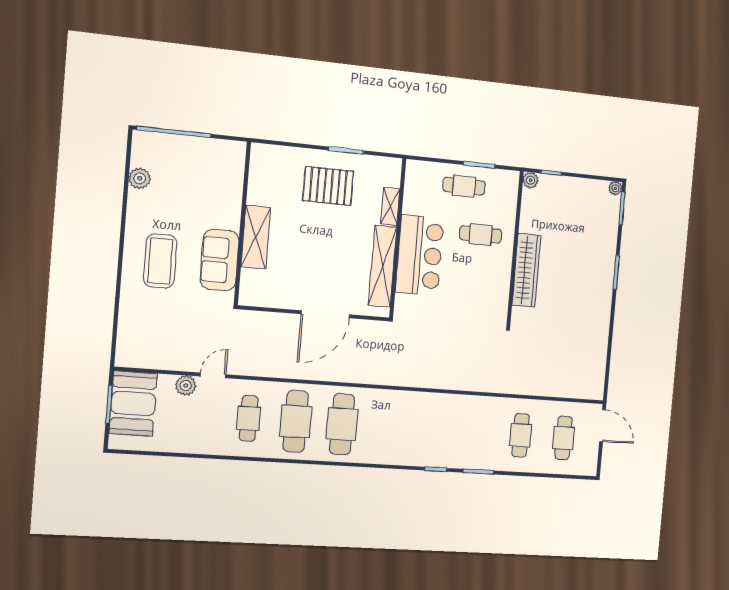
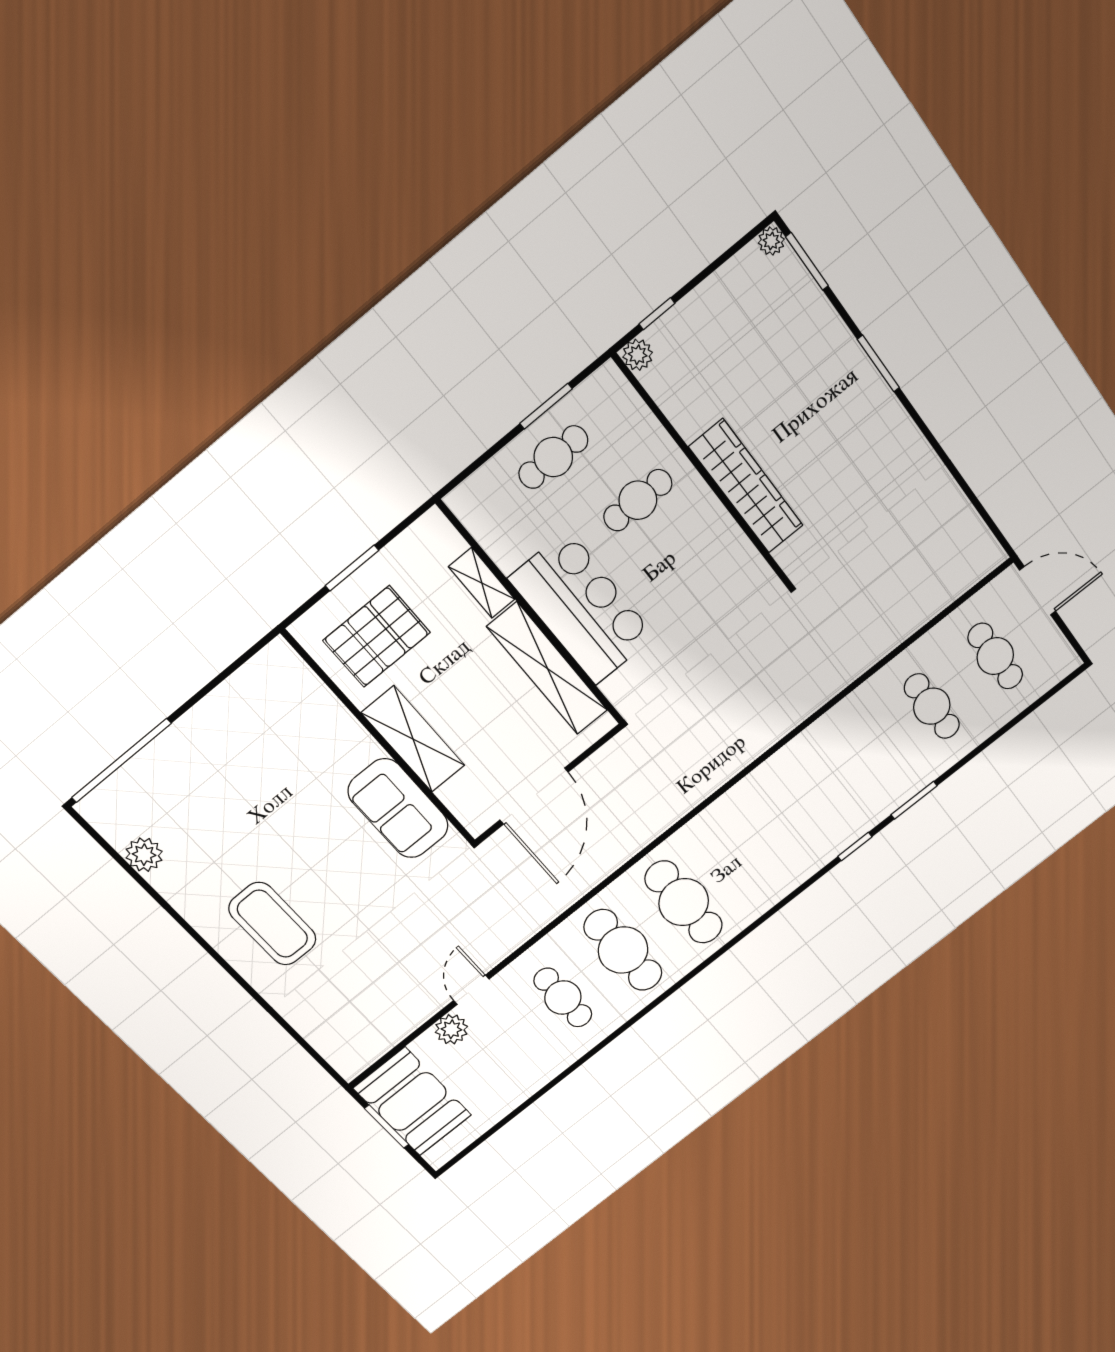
wall: (242, 224) -> (380, 739), moved
shelving: (256, 237) -> (413, 739), moved
sofa: (220, 260) -> (398, 808), moved

